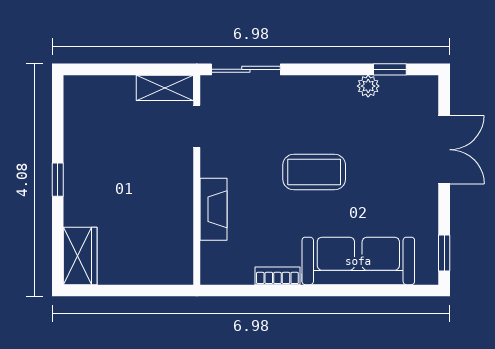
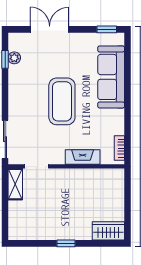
plant: (368, 86) -> (14, 58), moved
coffee table: (314, 172) -> (62, 101), width x1.36, depth x1.32
bookcase: (277, 276) -> (119, 148), moved

